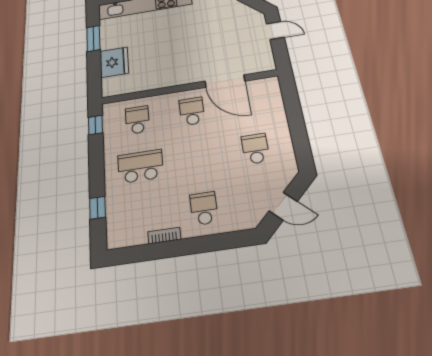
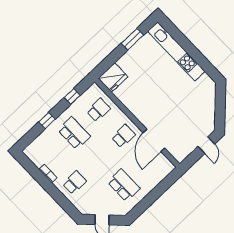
fridge: (114, 62) -> (113, 77), moved
window: (95, 125) -> (72, 96), moved
school desk: (255, 149) -> (124, 185), width x1.85
window: (98, 208) -> (47, 121), moved

